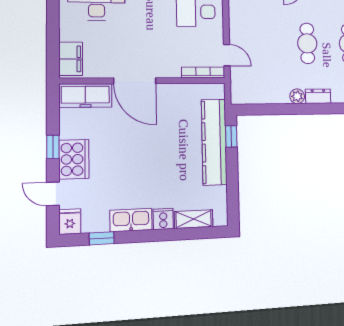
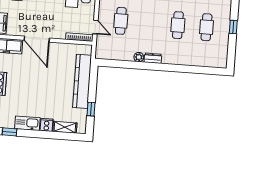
cafe table: (307, 43) -> (121, 21), moved
window: (231, 136) -> (91, 109), moved

